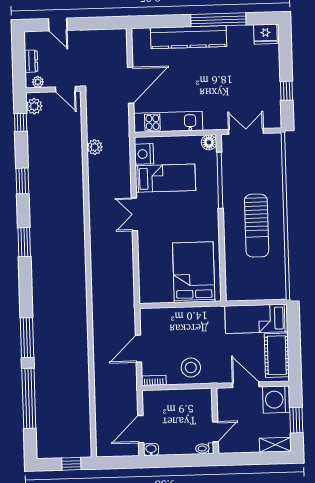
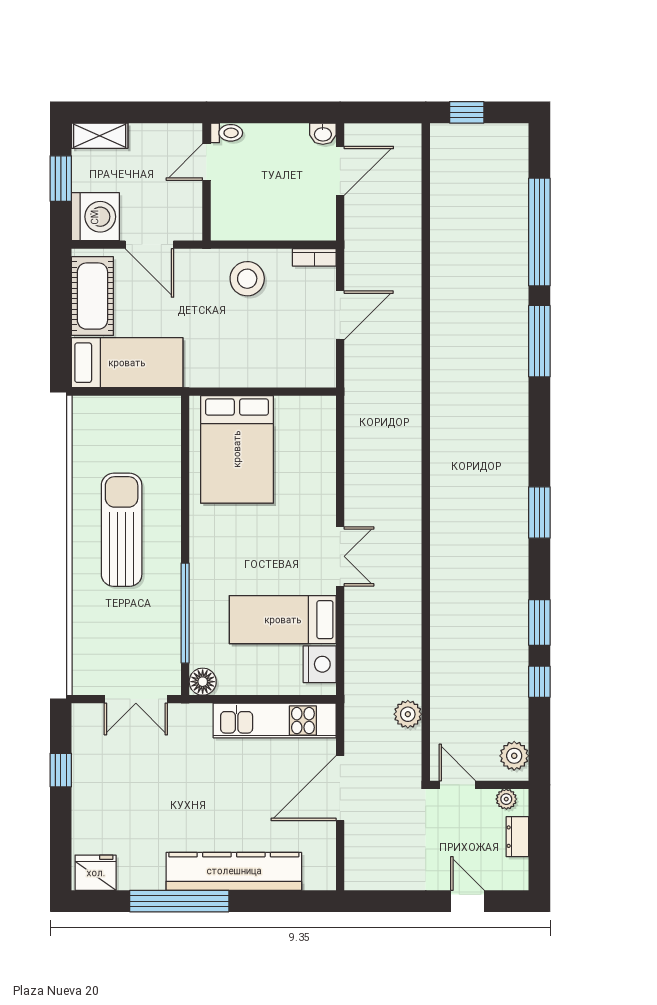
window: (21, 122) -> (539, 682), moved
plant: (95, 147) -> (408, 714), moved

